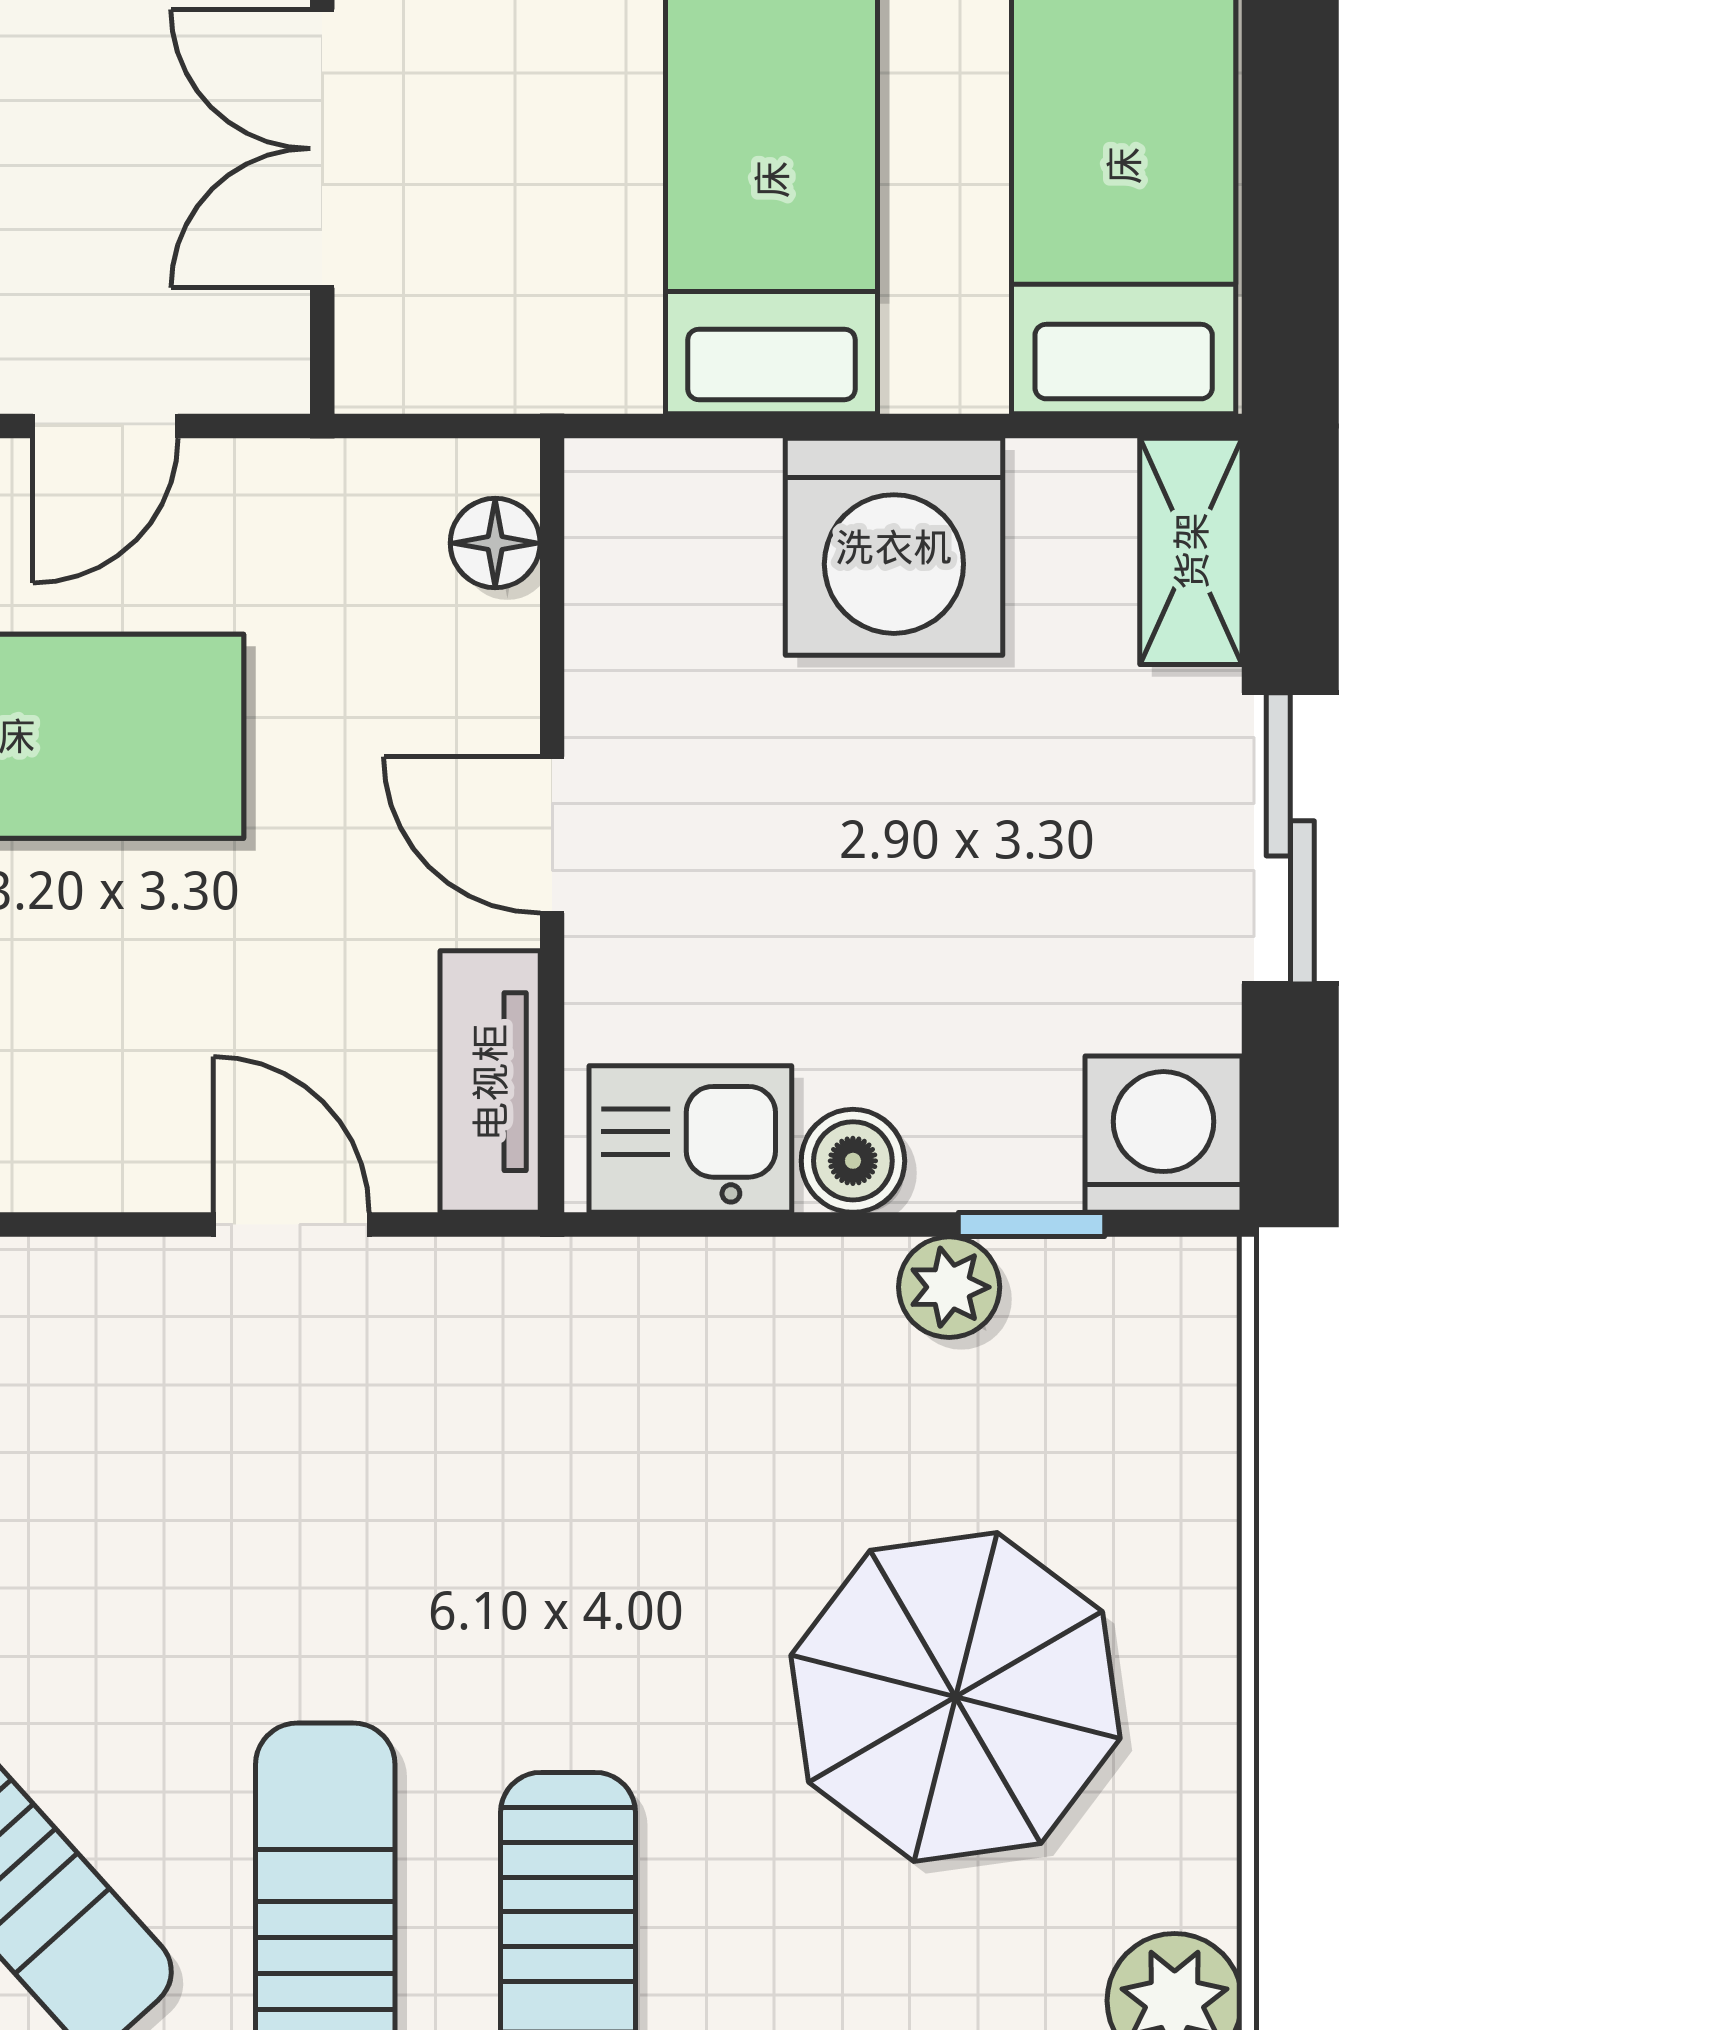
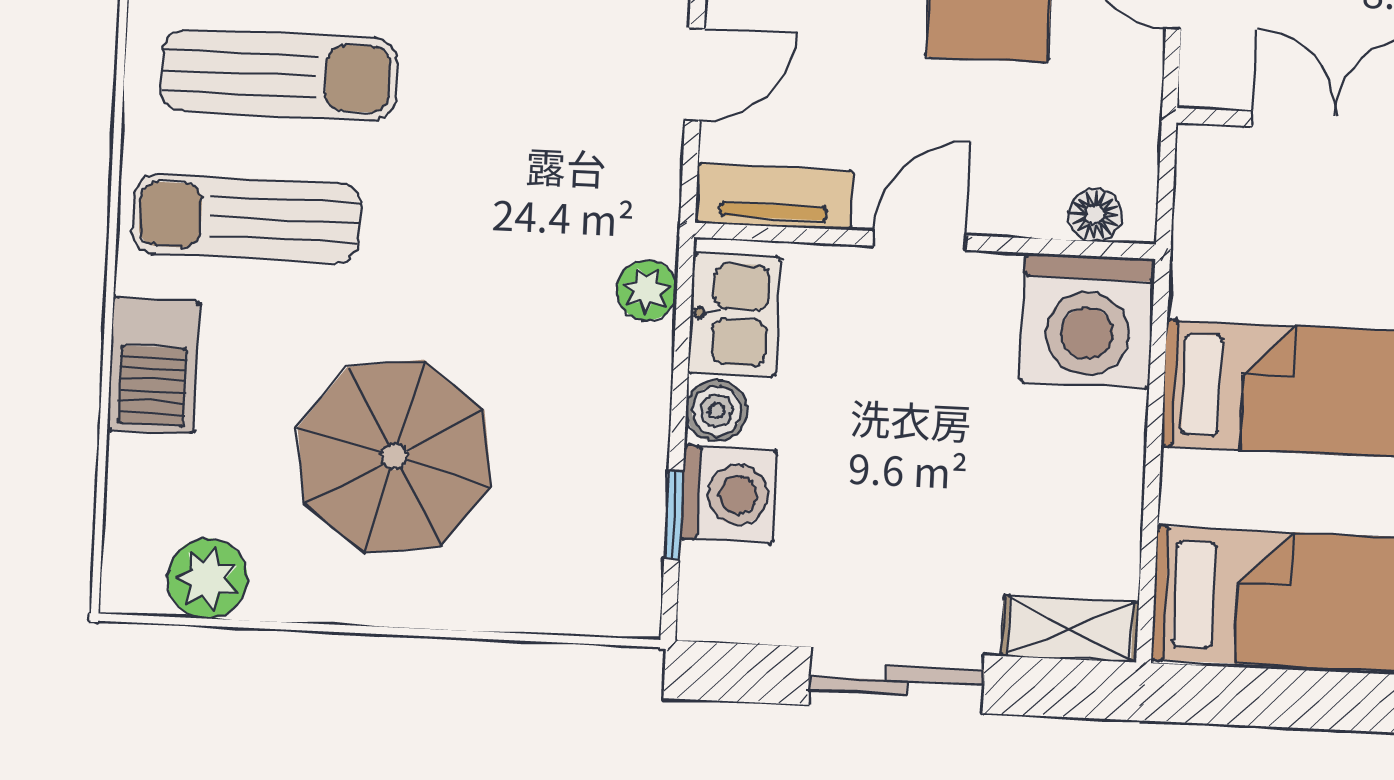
washing machine: (894, 547) -> (1088, 320), moved, turned -90
washing machine: (1163, 1134) -> (729, 495), moved
plant: (949, 1287) -> (647, 290), moved

